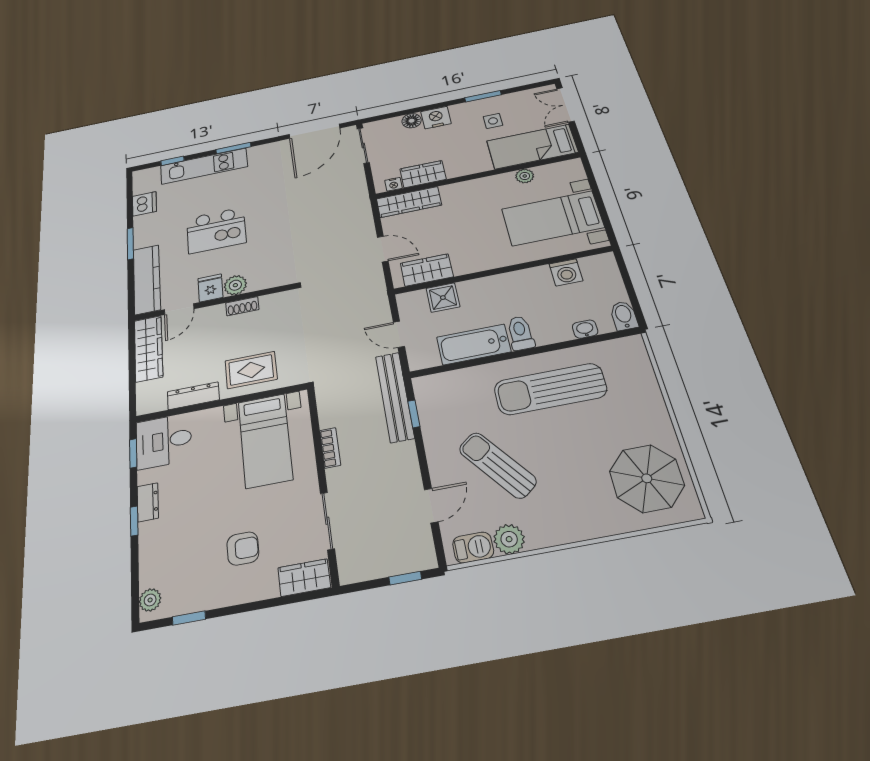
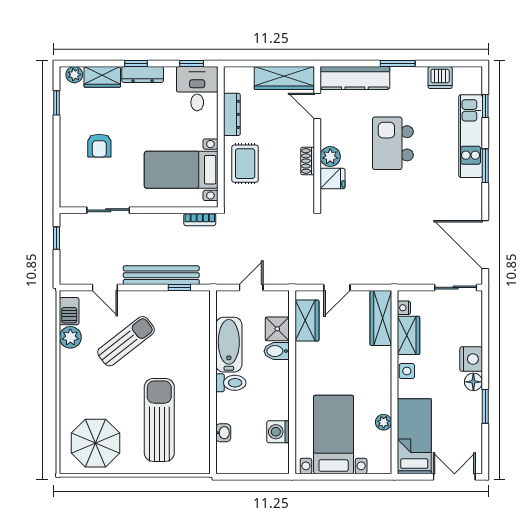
floor lamp: (412, 121) -> (473, 382), moved
side table: (493, 121) -> (407, 371), moved
fridge: (210, 288) -> (333, 179), moved
bidet: (624, 316) -> (277, 351), moved, turned 180
sun lounger: (550, 389) -> (159, 420), moved
bench: (395, 397) -> (161, 275), moved
bookcase: (330, 448) -> (200, 219), moved
dresser: (148, 502) -> (143, 75), width x1.44
wardrobe: (304, 578) -> (102, 77), moved, turned 90
window: (405, 578) -> (57, 238), moved

